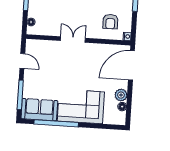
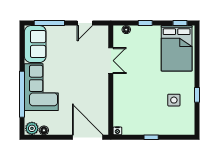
armchair: (110, 22) -> (132, 112), removed
double door: (73, 39) -> (111, 61), moved
plant: (121, 95) -> (32, 128), moved
window: (56, 123) -> (22, 94), moved

